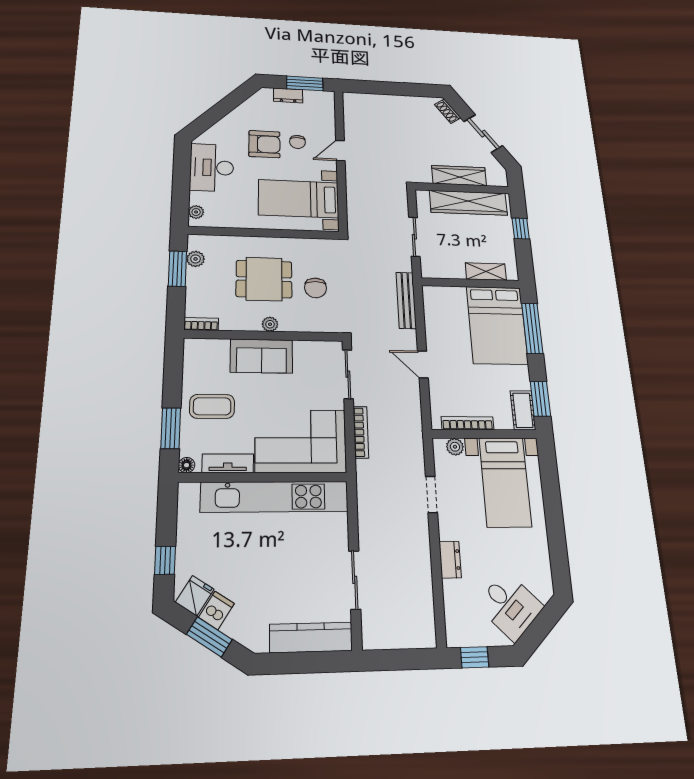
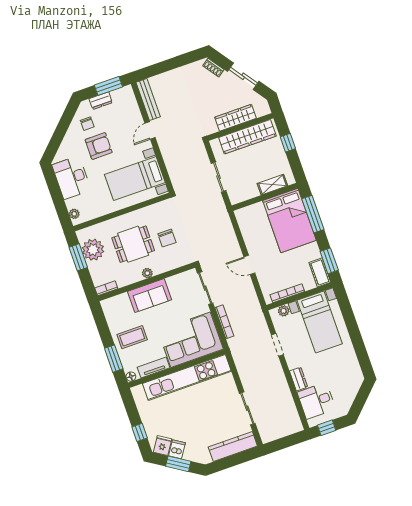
chair: (297, 142) -> (87, 124), moved
plant: (196, 259) -> (93, 250), width x1.88, depth x1.88
bench: (406, 300) -> (148, 100), moved
desk: (510, 606) -> (316, 401), moved, turned 135

